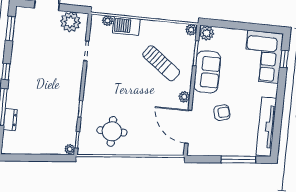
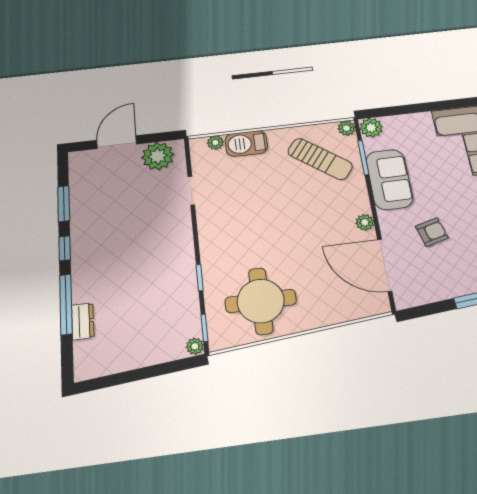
window: (10, 28) -> (64, 204), moved
sun lounger: (161, 63) -> (320, 159), moved
round table: (112, 131) -> (261, 301), width x1.36, depth x1.36

